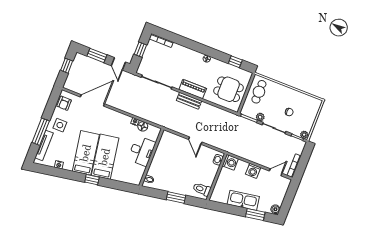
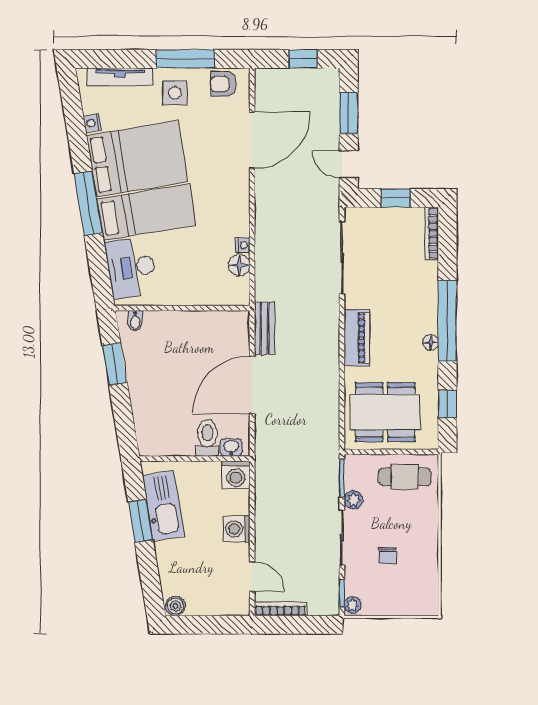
window: (200, 48) -> (447, 321), added
door: (118, 64) -> (349, 164), hinge flipped
dining table: (229, 89) -> (385, 412), width x1.38
door: (92, 100) -> (252, 140), hinge flipped
bench: (189, 101) -> (264, 328), moved
window: (41, 132) -> (185, 59), moved
door: (195, 141) -> (252, 385), width x1.88
desk: (142, 151) -> (131, 268), moved, turned 81
bed: (86, 153) -> (137, 159), width x1.50
window: (92, 180) -> (88, 203), width x2.17
toilet: (202, 189) -> (207, 438), moved
window: (176, 198) -> (115, 364), moved
kitchen sink: (243, 200) -> (163, 506), moved
window: (255, 214) -> (141, 521), moved

